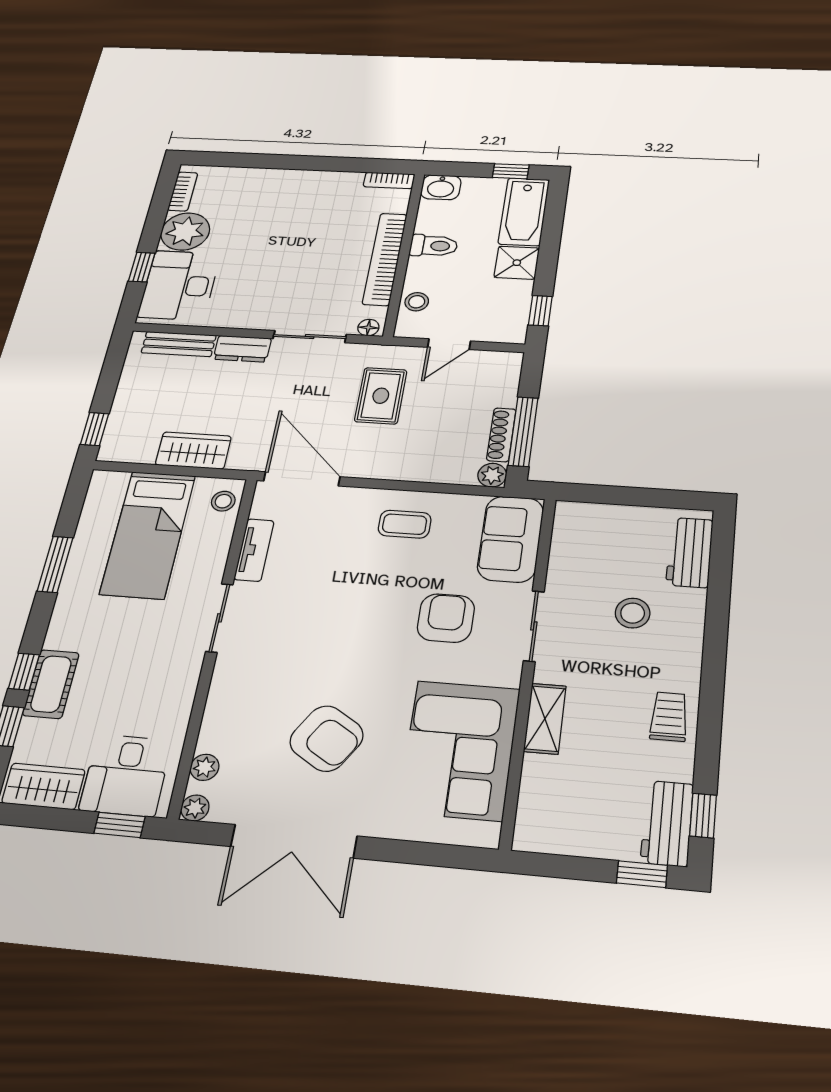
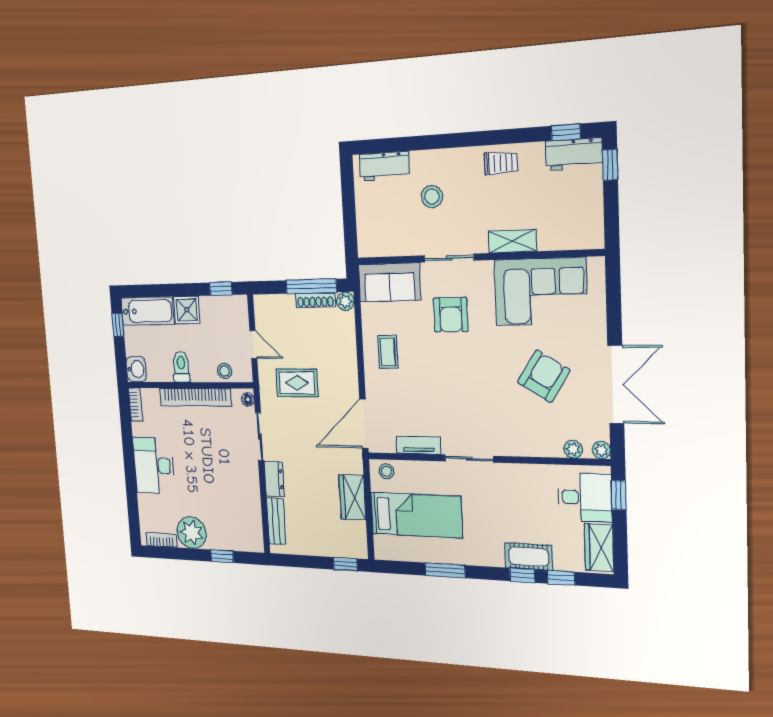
desk: (179, 285) -> (154, 466), moved, turned 90
armchair: (446, 618) -> (451, 315), turned -90
trolley: (669, 717) -> (501, 163), turned 180

